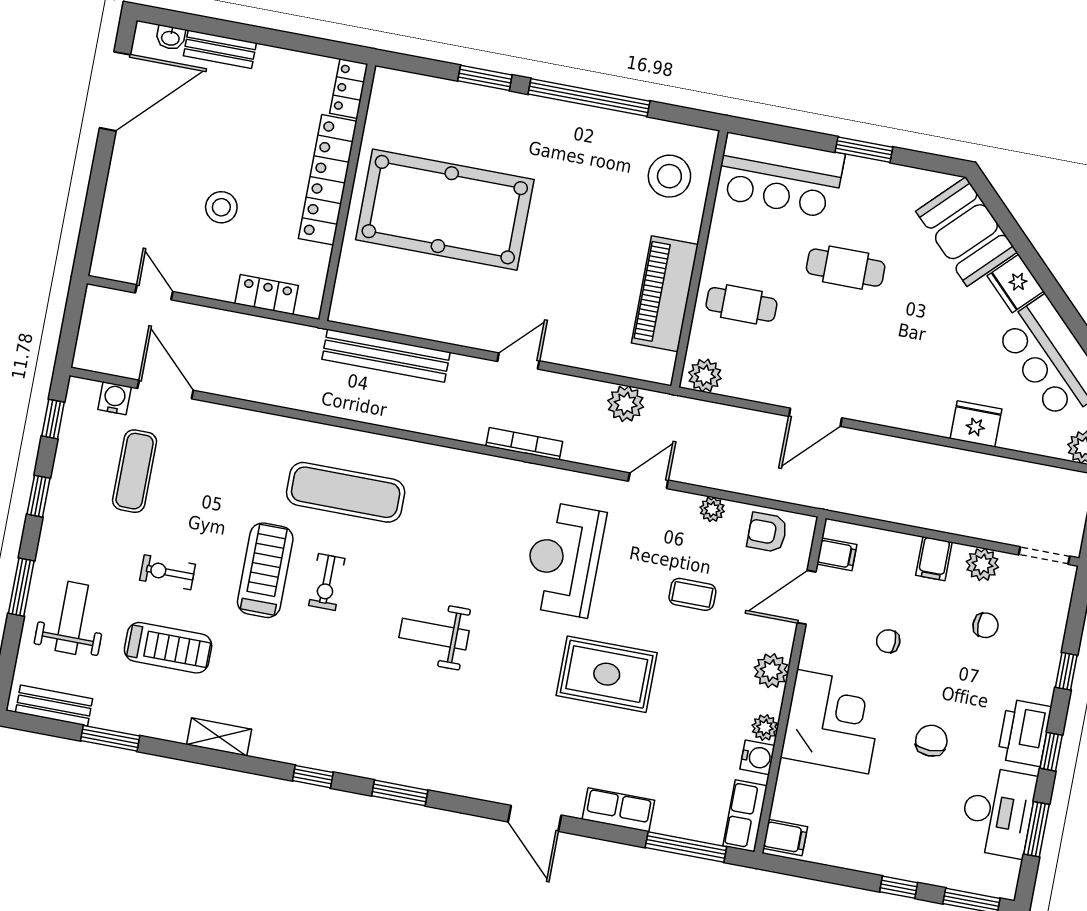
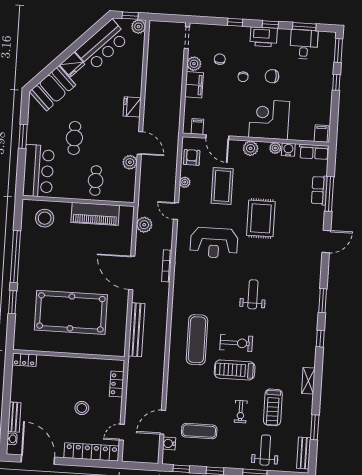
locker: (328, 180) -> (92, 452), moved, turned 180
pool table: (445, 210) -> (71, 312), turned 90
door: (518, 361) -> (132, 273), width x1.88
plant: (705, 375) -> (130, 162), moved
fridge: (976, 424) -> (132, 107), moved
armchair: (767, 532) -> (192, 157), turned 180
filing cabinet: (934, 559) -> (194, 85), width x2.00
exercise bike: (327, 582) -> (236, 343), width x1.38, depth x1.39
coffee table: (692, 594) -> (222, 186), width x1.86, depth x1.72
weight bench: (72, 618) -> (265, 450), turned 90
weight bench: (434, 634) -> (253, 294), turned 180
chair: (888, 641) -> (243, 77), moved
treadmill: (168, 648) -> (273, 407), turned 180
row of seats: (618, 810) -> (319, 190), moved
desk: (998, 812) -> (304, 44), width x0.73
window: (686, 847) -> (329, 194), moved

